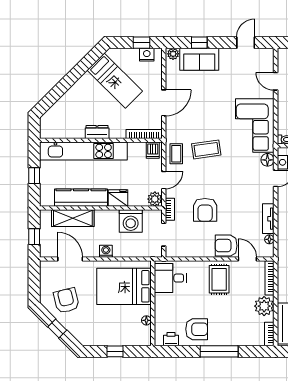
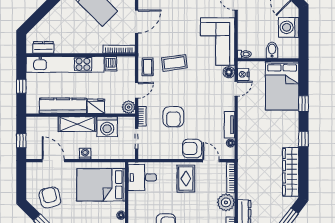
dresser: (97, 132) -> (43, 47), moved
dishwasher: (153, 150) -> (111, 64), moved
shelving: (73, 218) -> (77, 124), moved

